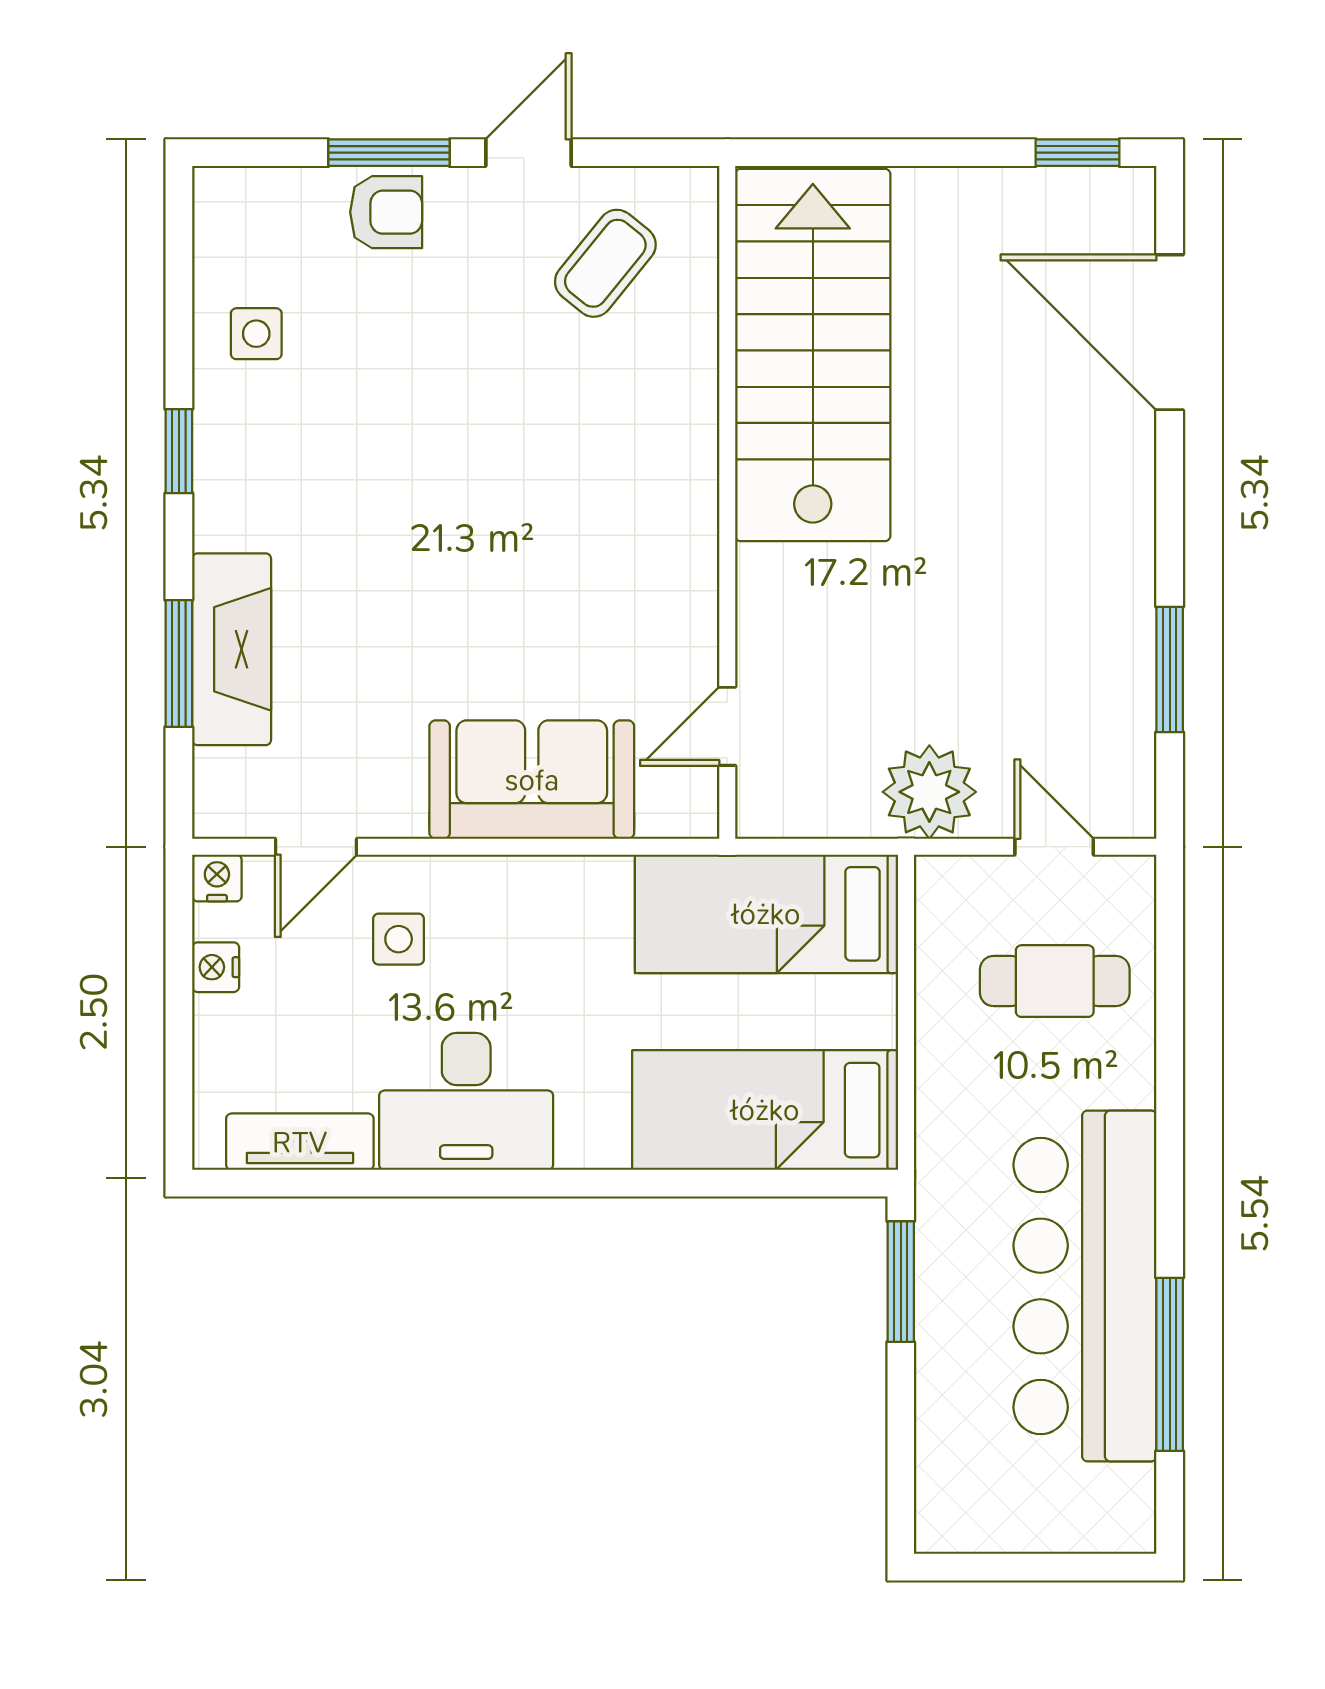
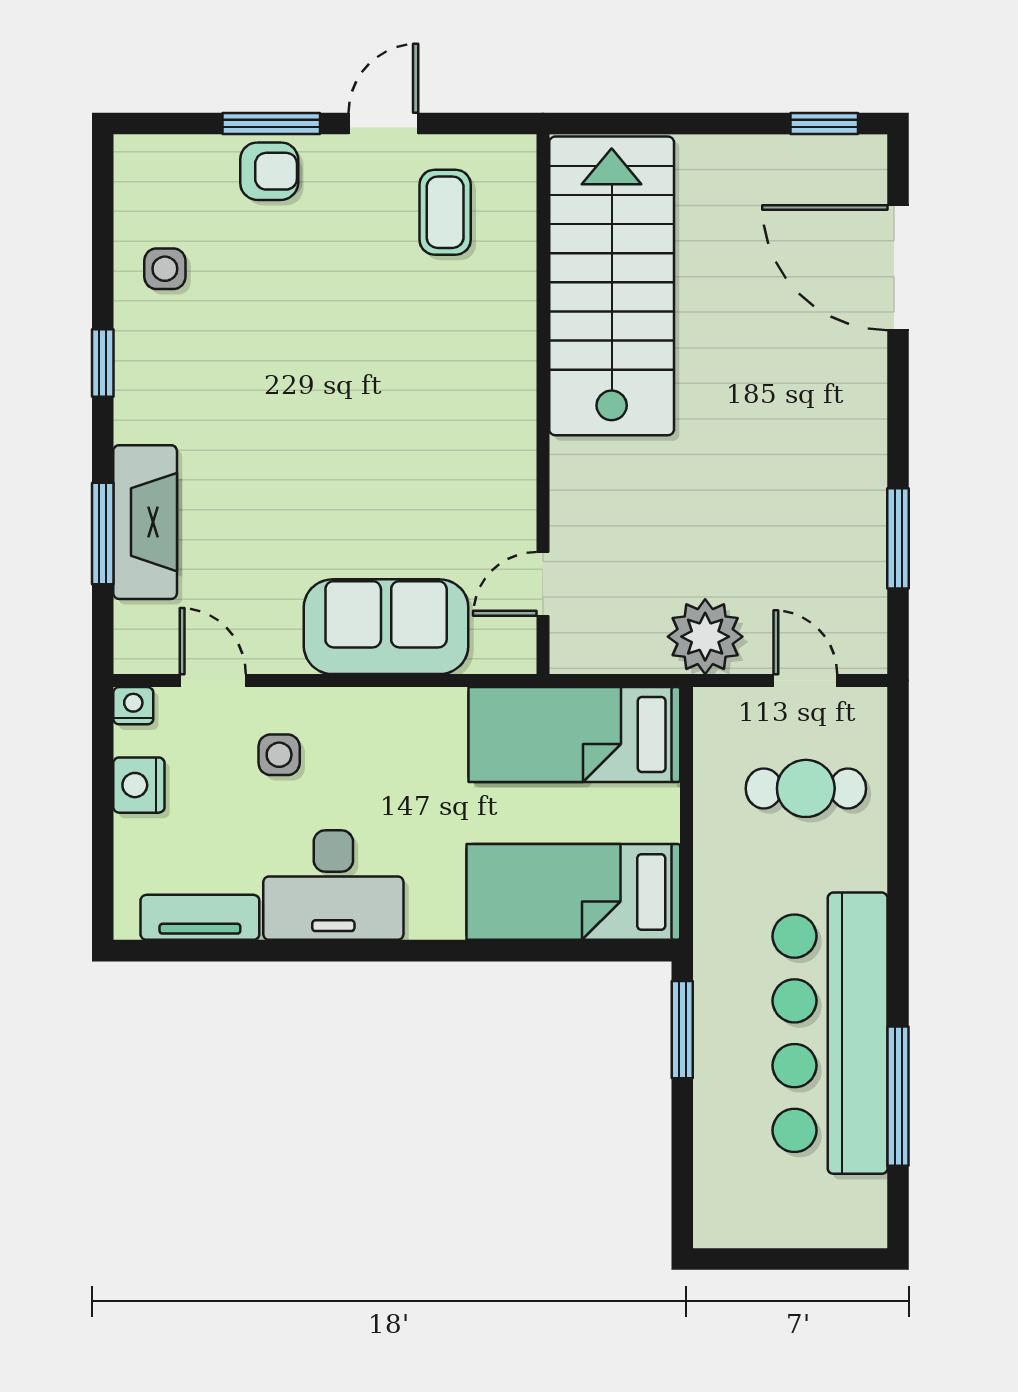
coffee table: (605, 263) -> (445, 212), turned -39
door: (316, 847) -> (213, 681), swing flipped
nightstand: (216, 967) -> (139, 785), width x1.39, depth x1.35

